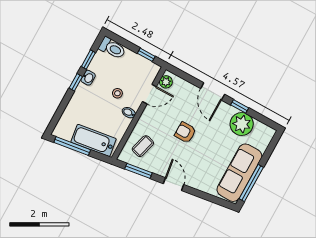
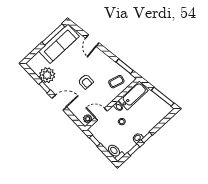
door: (213, 91) -> (59, 103), hinge flipped
bathtub: (94, 140) -> (133, 95), moved, turned -82
door: (173, 184) -> (92, 41), moved

